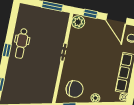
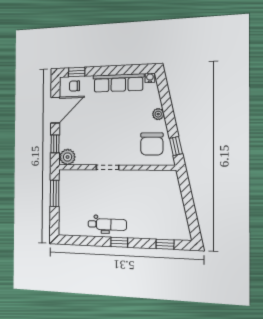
chair: (75, 89) -> (152, 144), turned 180

